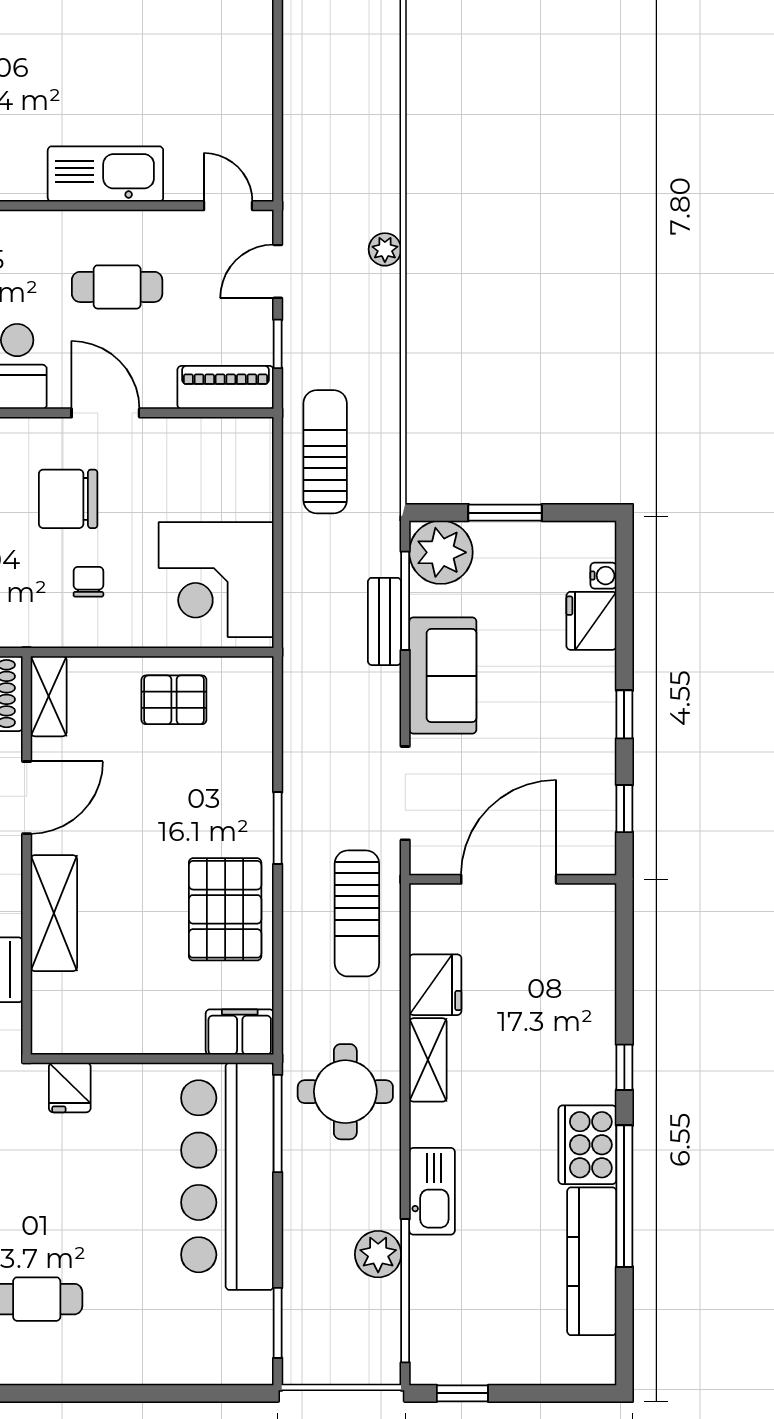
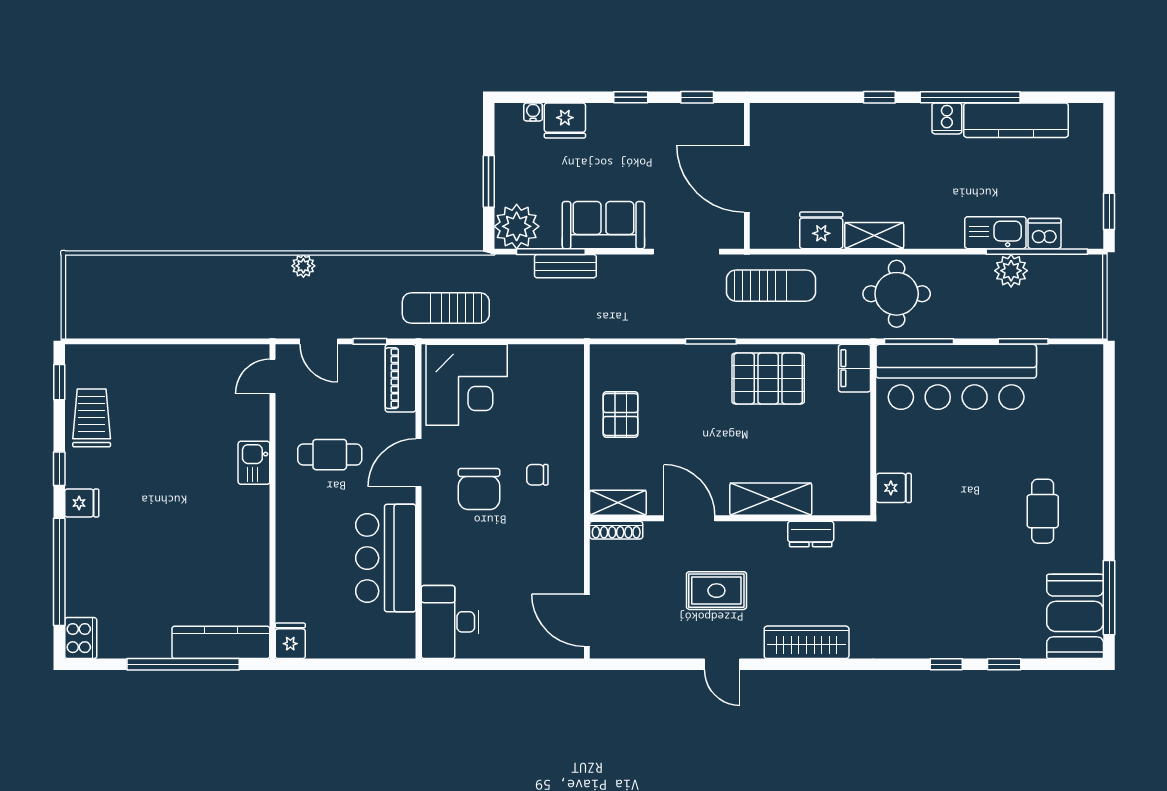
kitchen sink: (105, 174) -> (254, 463), width x0.53, depth x0.81
cafe table: (117, 287) -> (330, 455), turned 90
corner desk: (216, 580) -> (467, 385), moved
cooker: (587, 1145) -> (947, 118), width x0.53, depth x0.76
kitchen sink: (432, 1191) -> (995, 233), moved
dishwasher: (431, 1302) -> (1045, 234), added
window: (278, 1323) -> (1023, 341), moved

